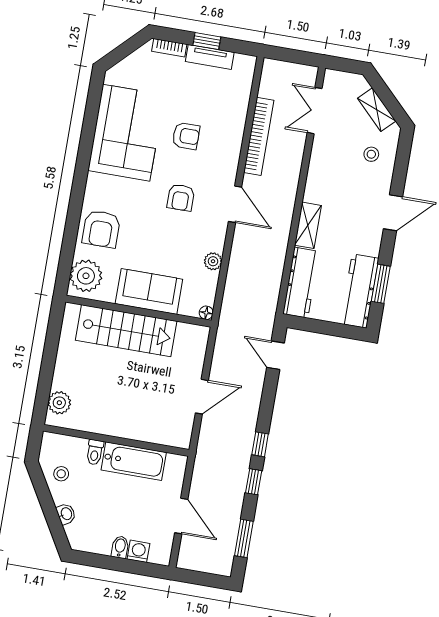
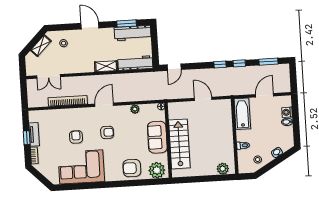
armchair: (101, 229) -> (132, 168), turned 180
bathtub: (134, 461) -> (242, 114), moved

